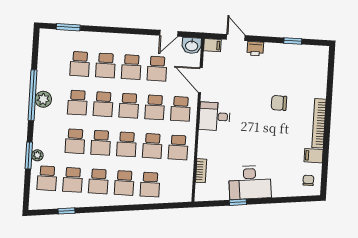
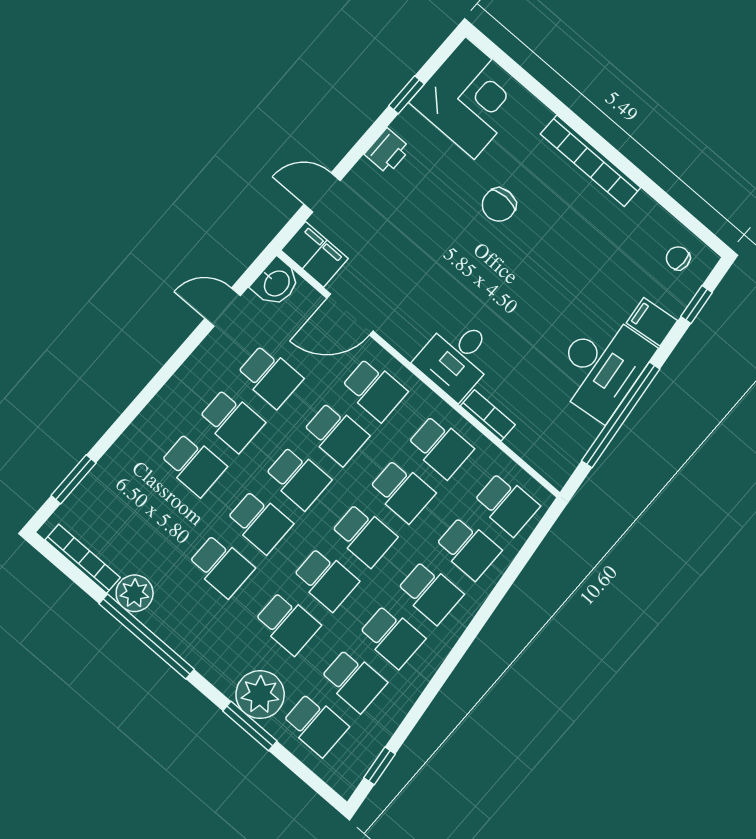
door: (169, 33) -> (223, 307), swing flipped
filing cabinet: (212, 45) -> (314, 254), width x2.00
printer: (255, 49) -> (387, 151), moved
bookcase: (43, 52) -> (83, 559), added
school desk: (80, 64) -> (507, 504), moved
corner desk: (309, 64) -> (470, 98), added
plant: (43, 99) -> (135, 593), moved
desk: (215, 116) -> (457, 358), moved
plant: (37, 155) -> (260, 695), width x1.87, depth x1.87
filing cabinet: (314, 156) -> (652, 322), moved, turned 84
bookcase: (201, 171) -> (488, 415), moved
window: (297, 199) -> (697, 304), added
window: (238, 202) -> (621, 415), width x3.17
window: (66, 211) -> (380, 766), moved

